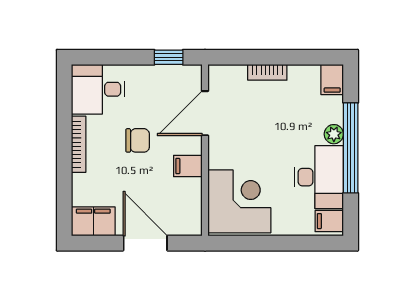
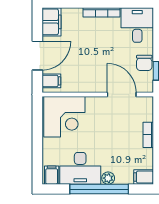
chair: (138, 140) -> (144, 63), moved
filing cabinet: (188, 166) -> (51, 81), moved, turned 90

